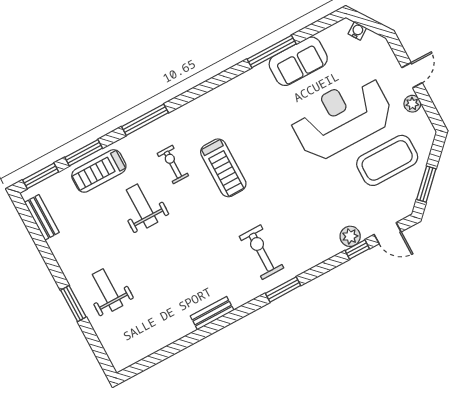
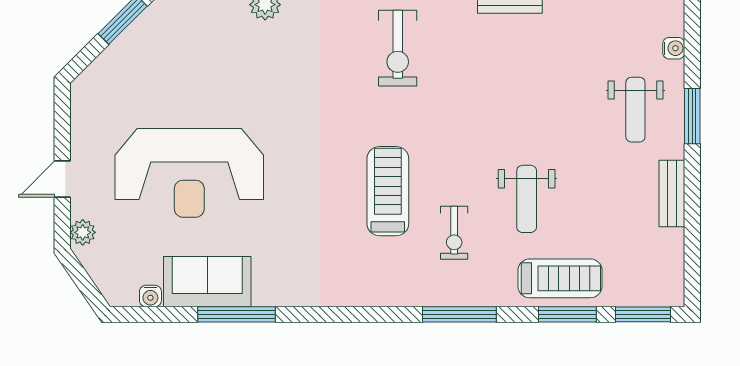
water cooler: (357, 31) -> (150, 296), moved, turned -56
plant: (412, 104) -> (83, 232), moved
coffee table: (387, 160) -> (159, 81), removed
bench: (42, 217) -> (672, 194), moved
water cooler: (105, 337) -> (674, 48), added

